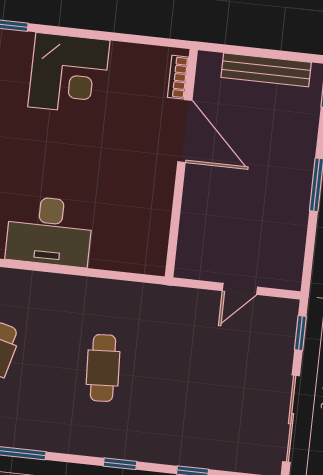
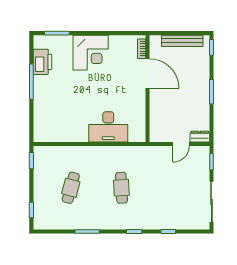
desk: (49, 231) -> (108, 127), moved
dresser: (281, 277) -> (200, 137), added

